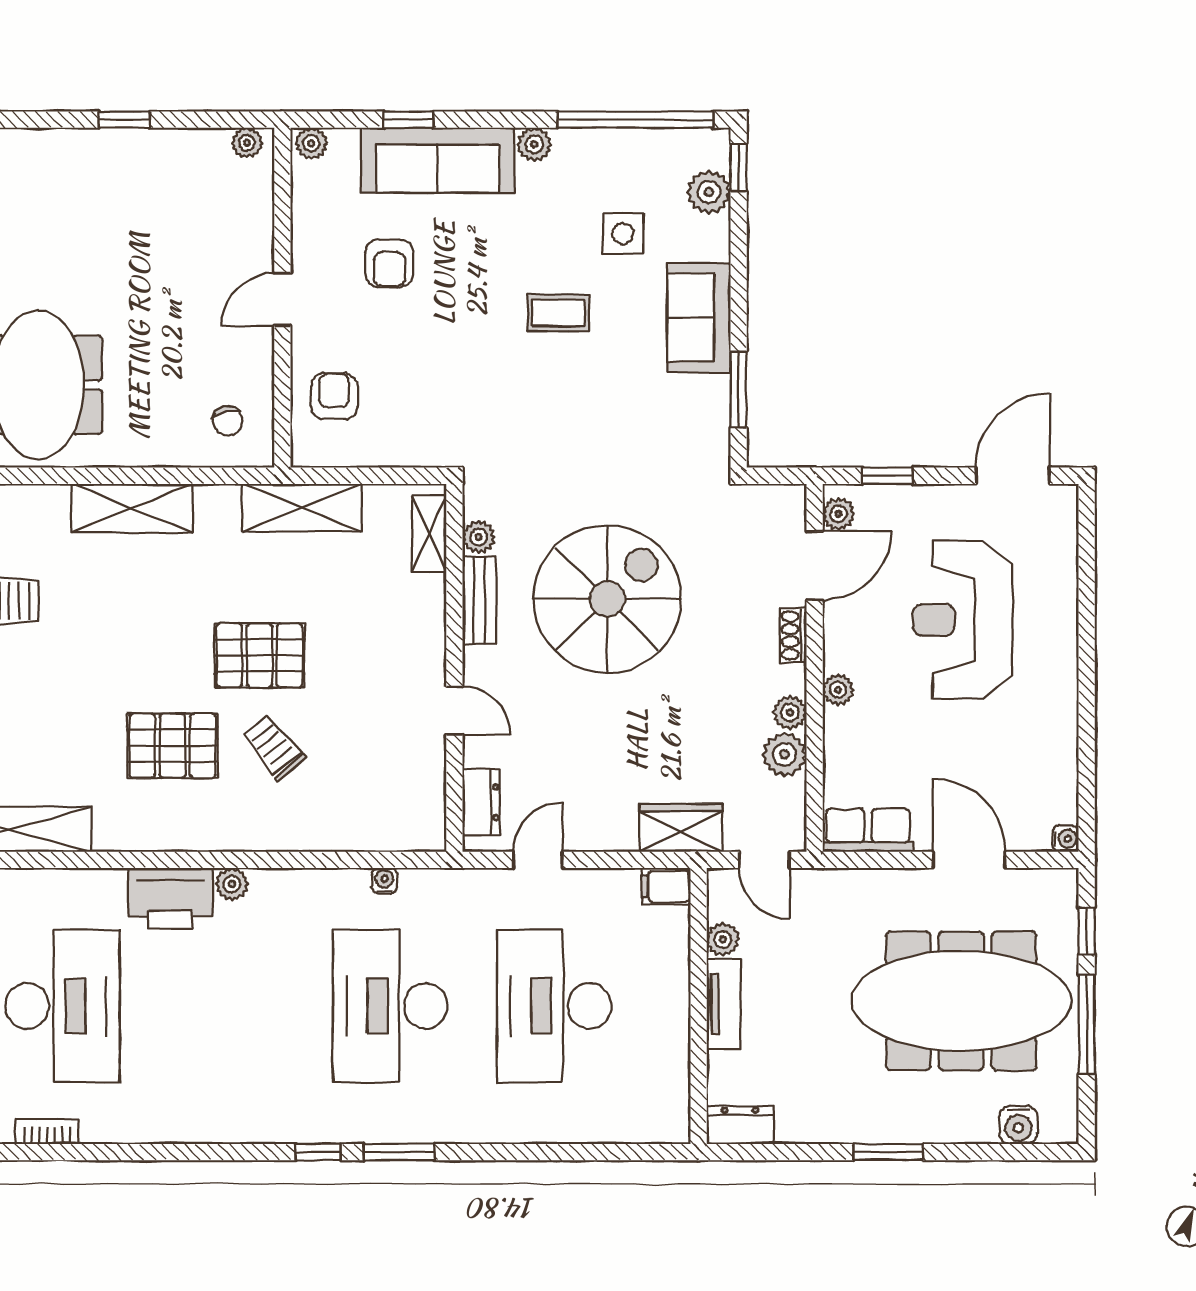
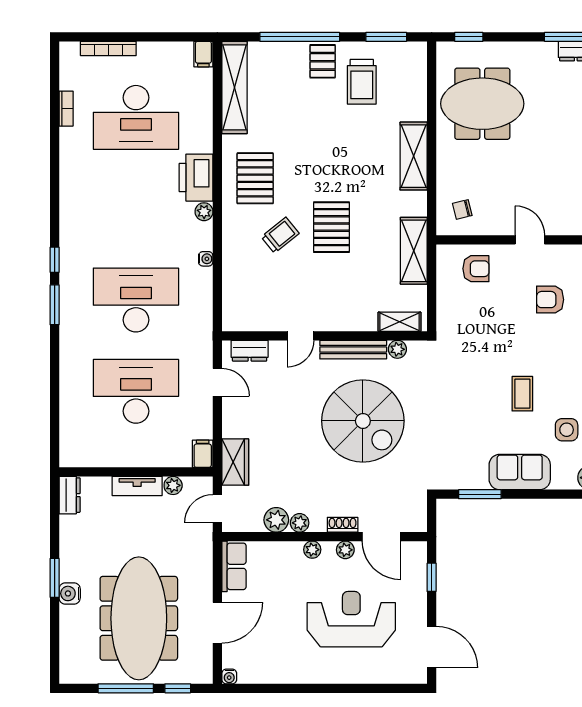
plant: (838, 514) -> (345, 550), moved
bench: (479, 600) -> (353, 350), width x1.36
pallet: (172, 746) -> (255, 178), moved
water cooler: (384, 881) -> (206, 259), moved
water cooler: (1018, 1125) -> (70, 593), moved

